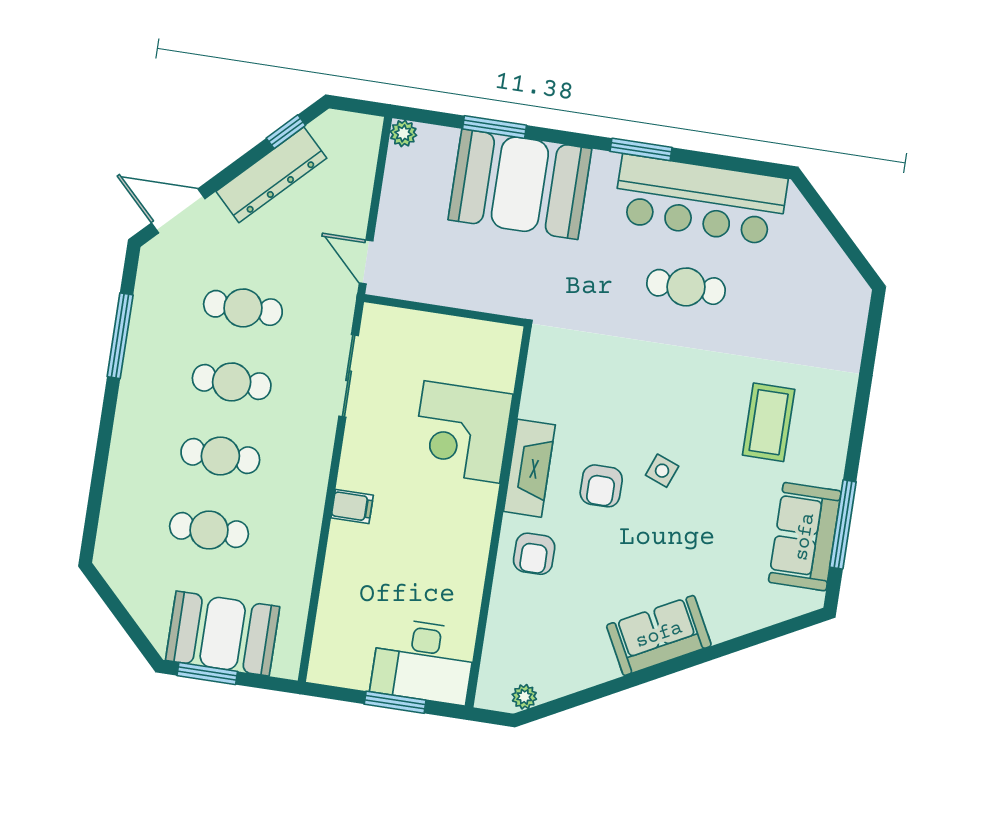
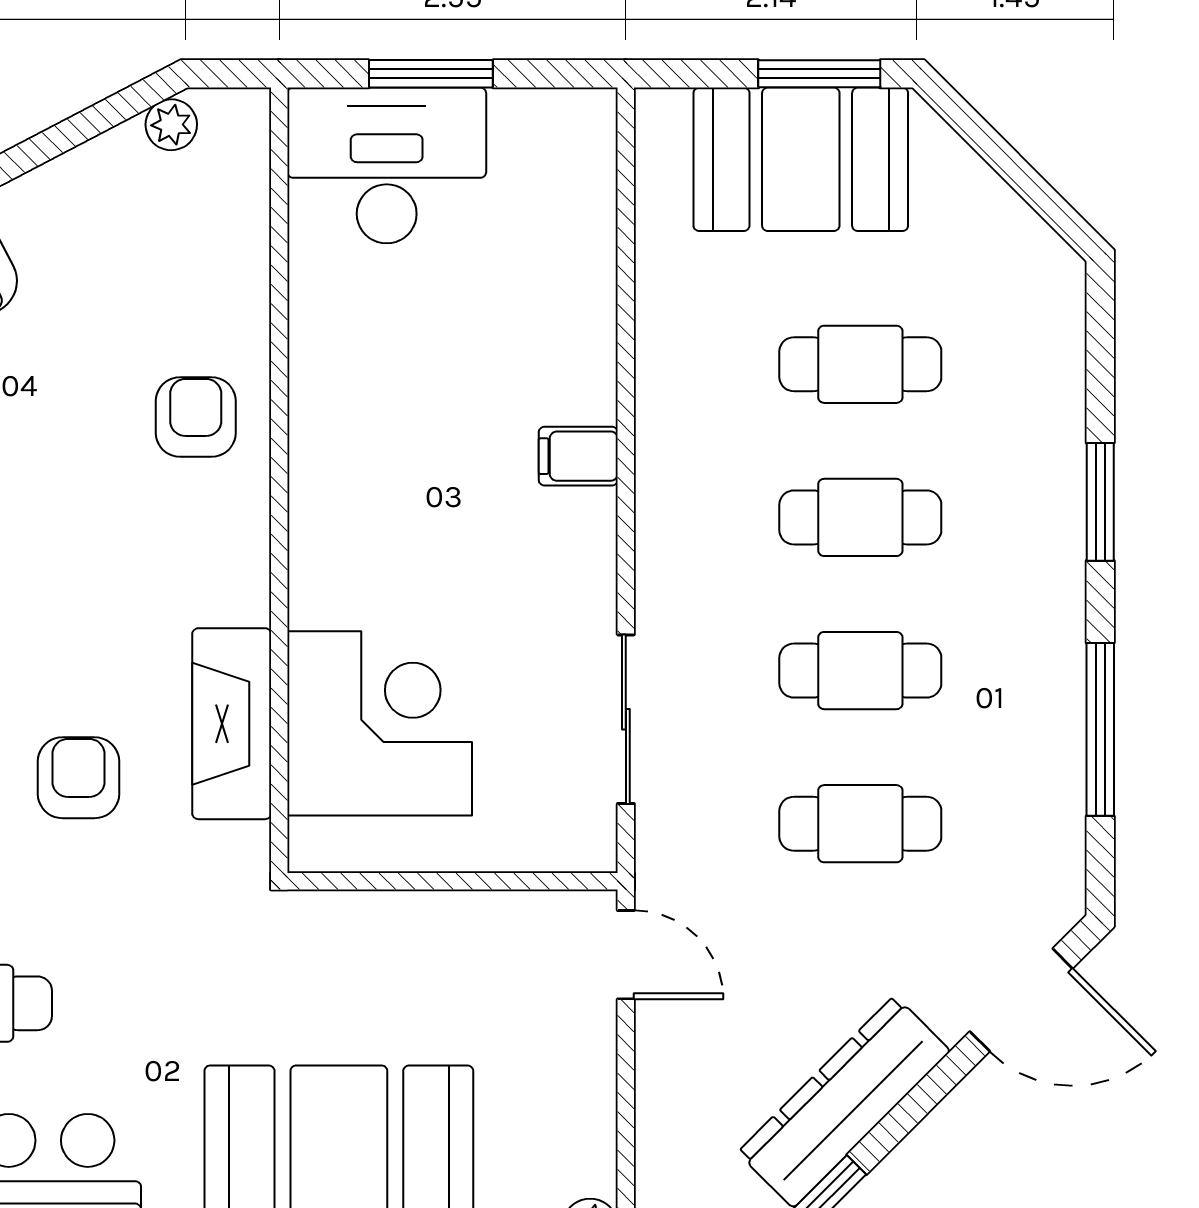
corner desk: (462, 432) -> (380, 723), moved
window: (103, 446) -> (1100, 502), added
fireplace: (529, 468) -> (232, 724), moved
armchair: (601, 486) -> (78, 778), moved

